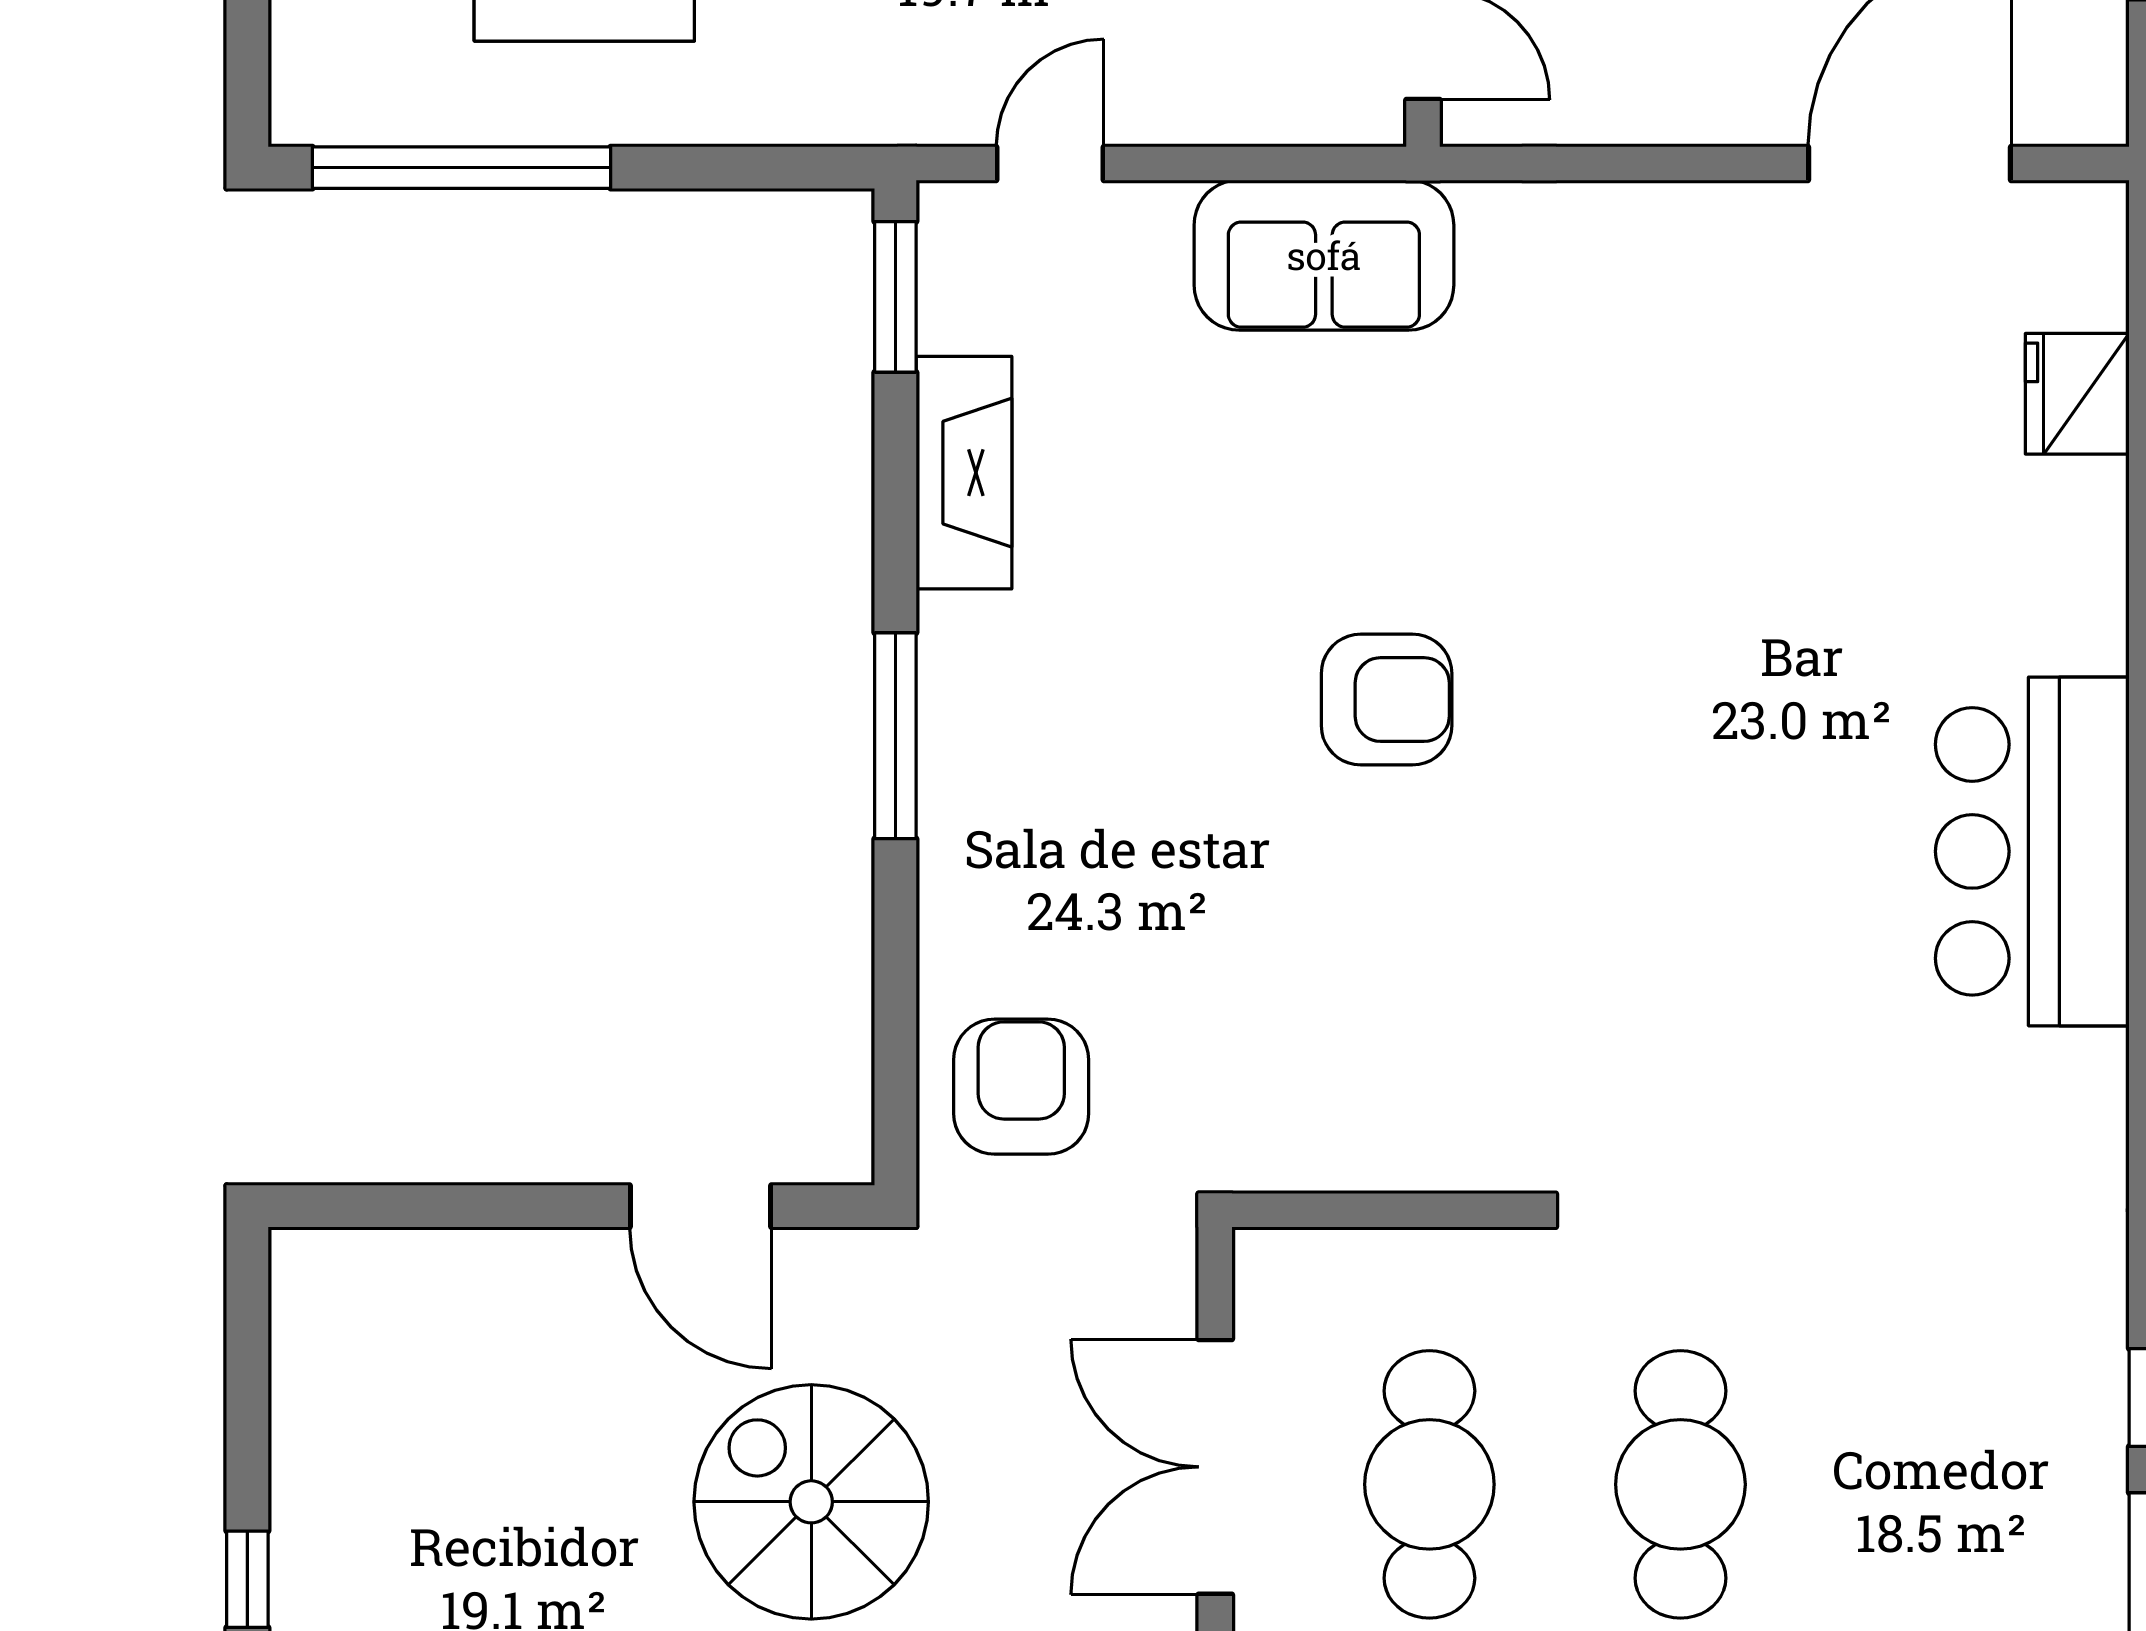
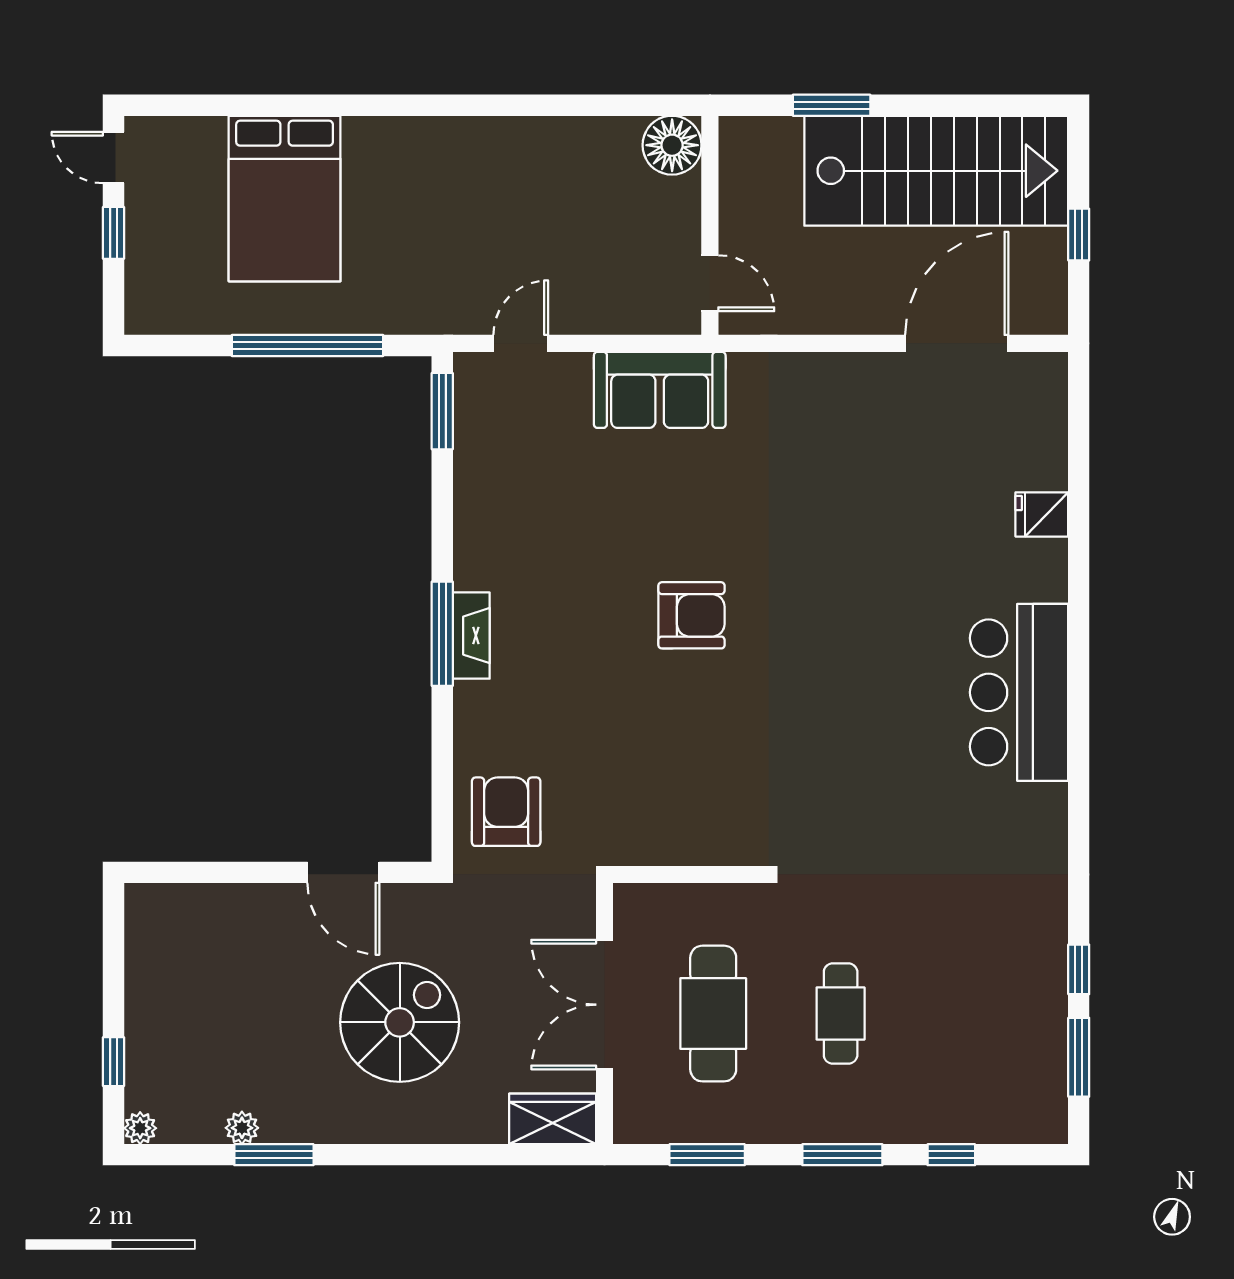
window: (462, 168) -> (308, 345), moved
fridge: (2077, 394) -> (1042, 514), moved, width x0.72
fireplace: (964, 473) -> (471, 636), moved, width x0.73, depth x0.76
cafe table: (1680, 1484) -> (841, 1014), width x0.73, depth x0.74
spiral stairs: (811, 1502) -> (400, 1022), turned 90

